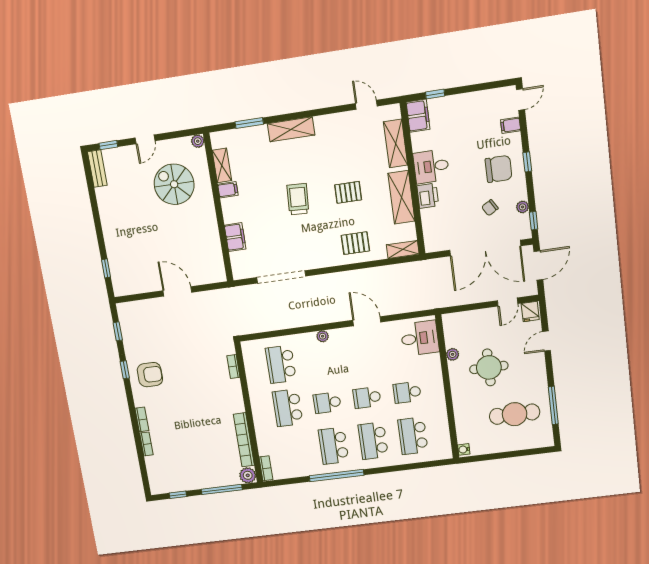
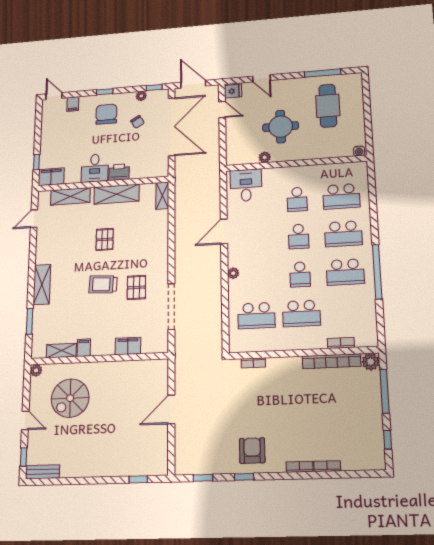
pallet: (355, 243) -> (136, 287), moved
bookcase: (266, 468) -> (341, 343), moved

